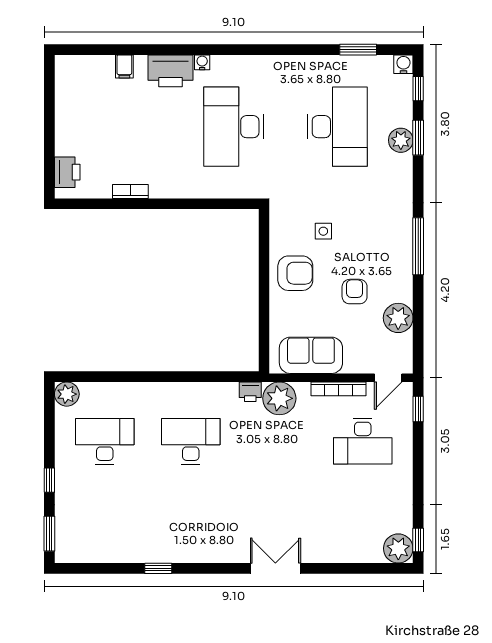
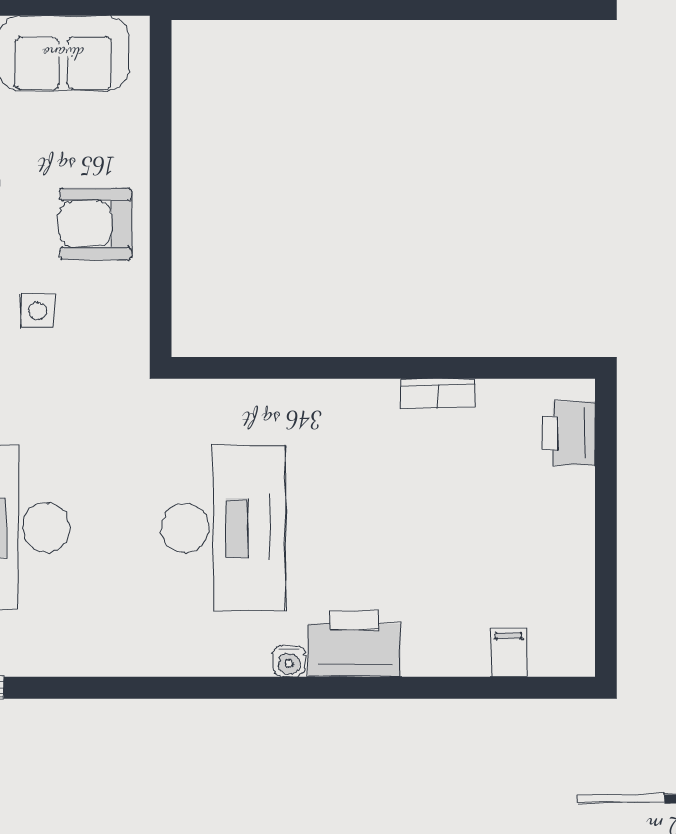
filing cabinet: (124, 66) -> (509, 653), moved

